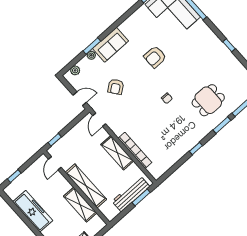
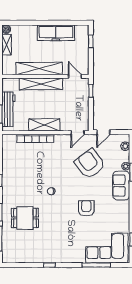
armchair: (116, 87) -> (90, 164), width x1.88, depth x1.88
dining table: (208, 100) -> (25, 218), turned 90
door: (99, 120) -> (78, 133), swing flipped
shelving: (80, 205) -> (39, 69), width x1.47

